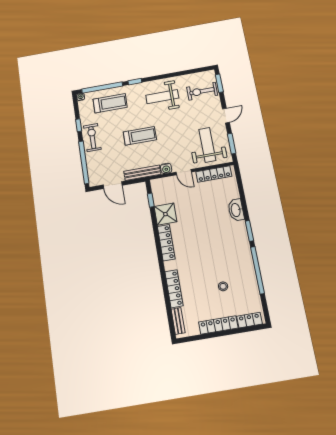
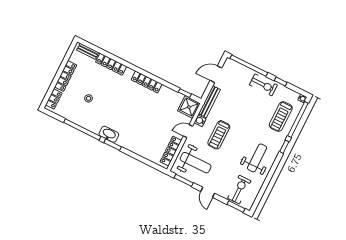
treadmill: (140, 136) -> (219, 135), moved
washbasin: (236, 210) -> (109, 134), moved
shower: (165, 214) -> (189, 107), moved

